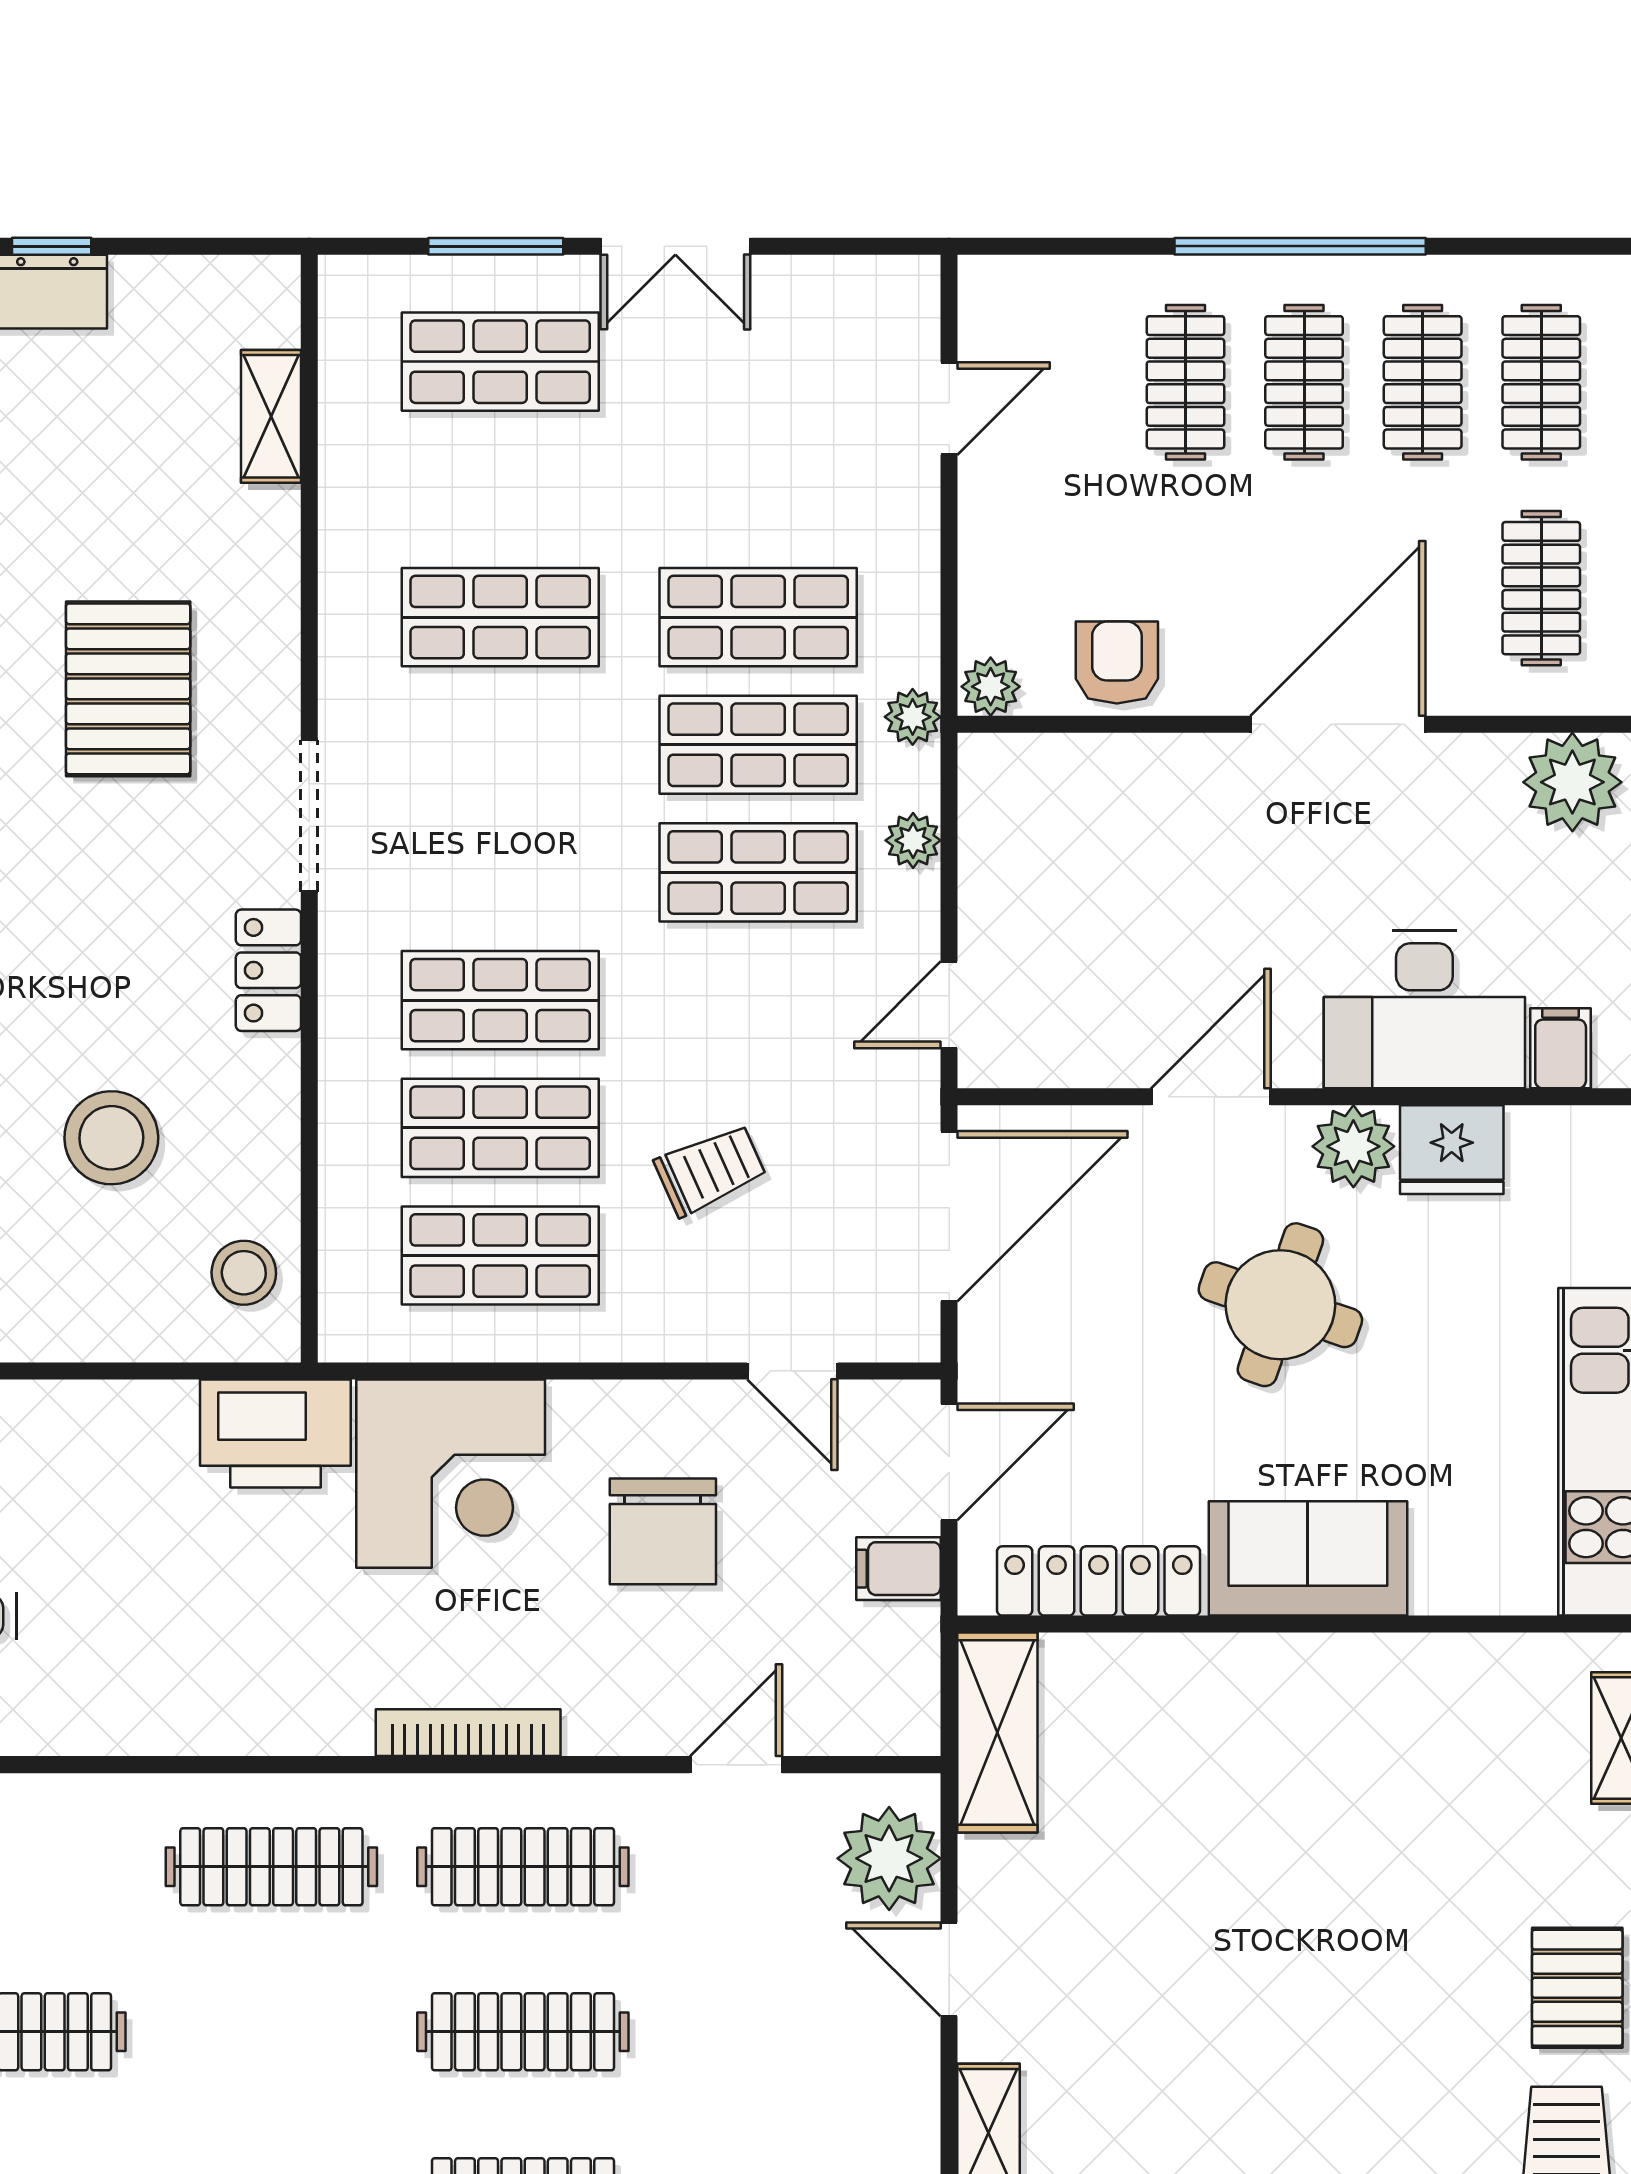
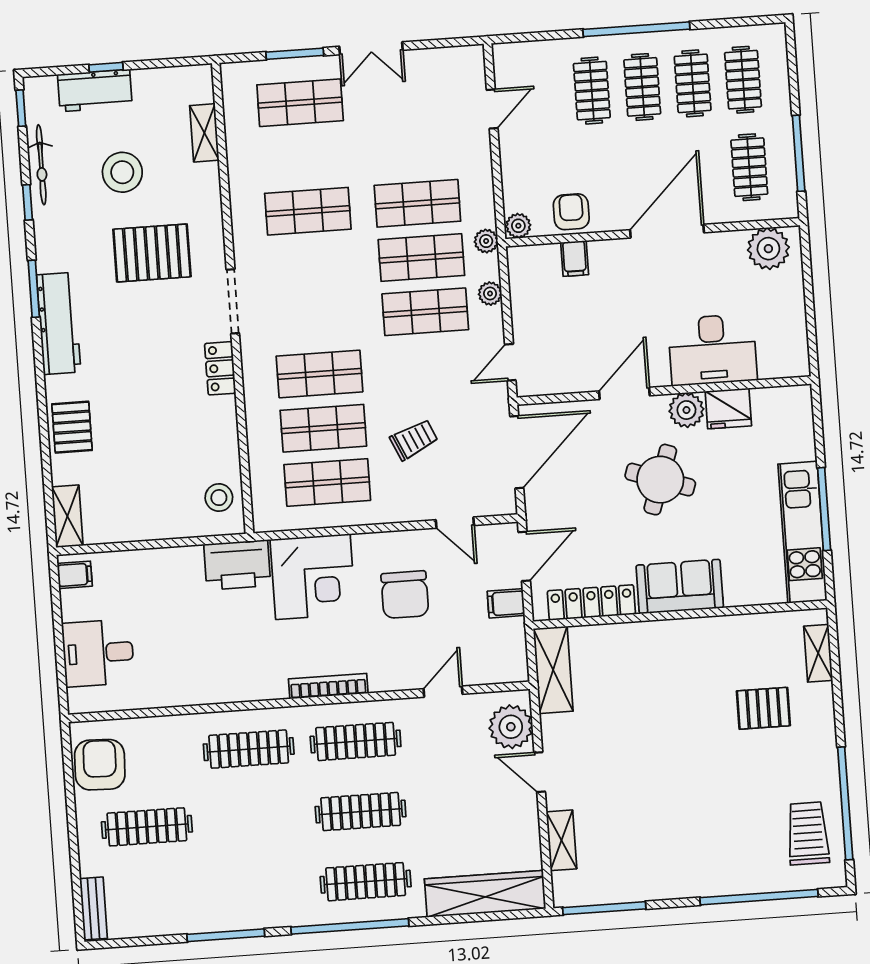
pallet: (128, 689) -> (152, 253), turned 90
filing cabinet: (1561, 1048) -> (575, 259), moved, turned 180
stool: (111, 1138) -> (122, 172), moved
pallet: (1577, 1988) -> (763, 708), moved, turned 90

